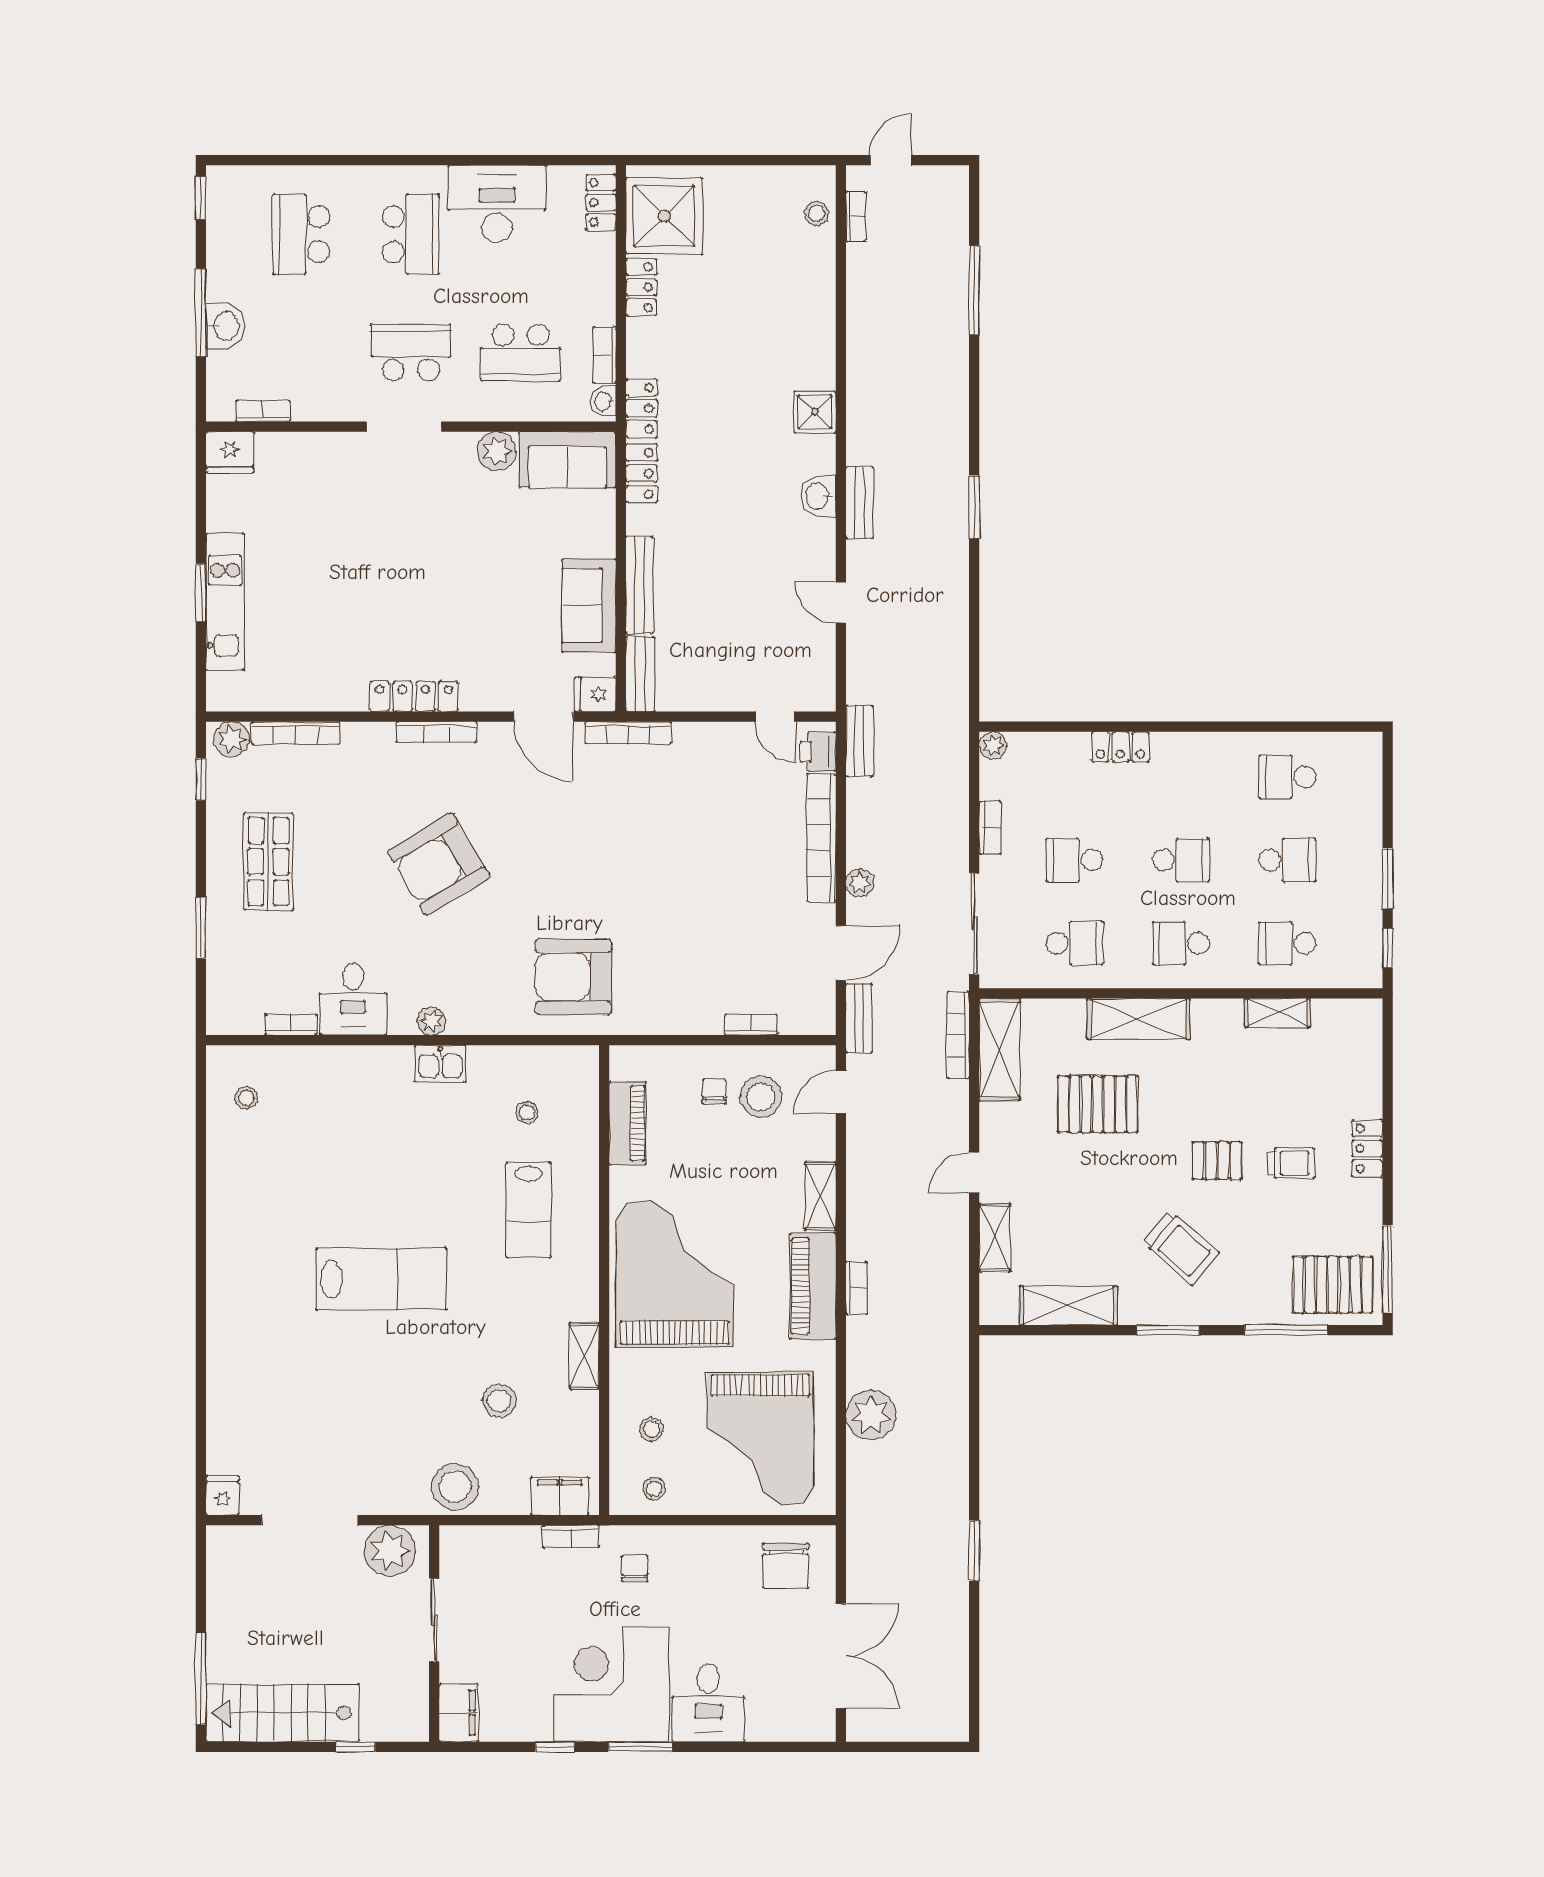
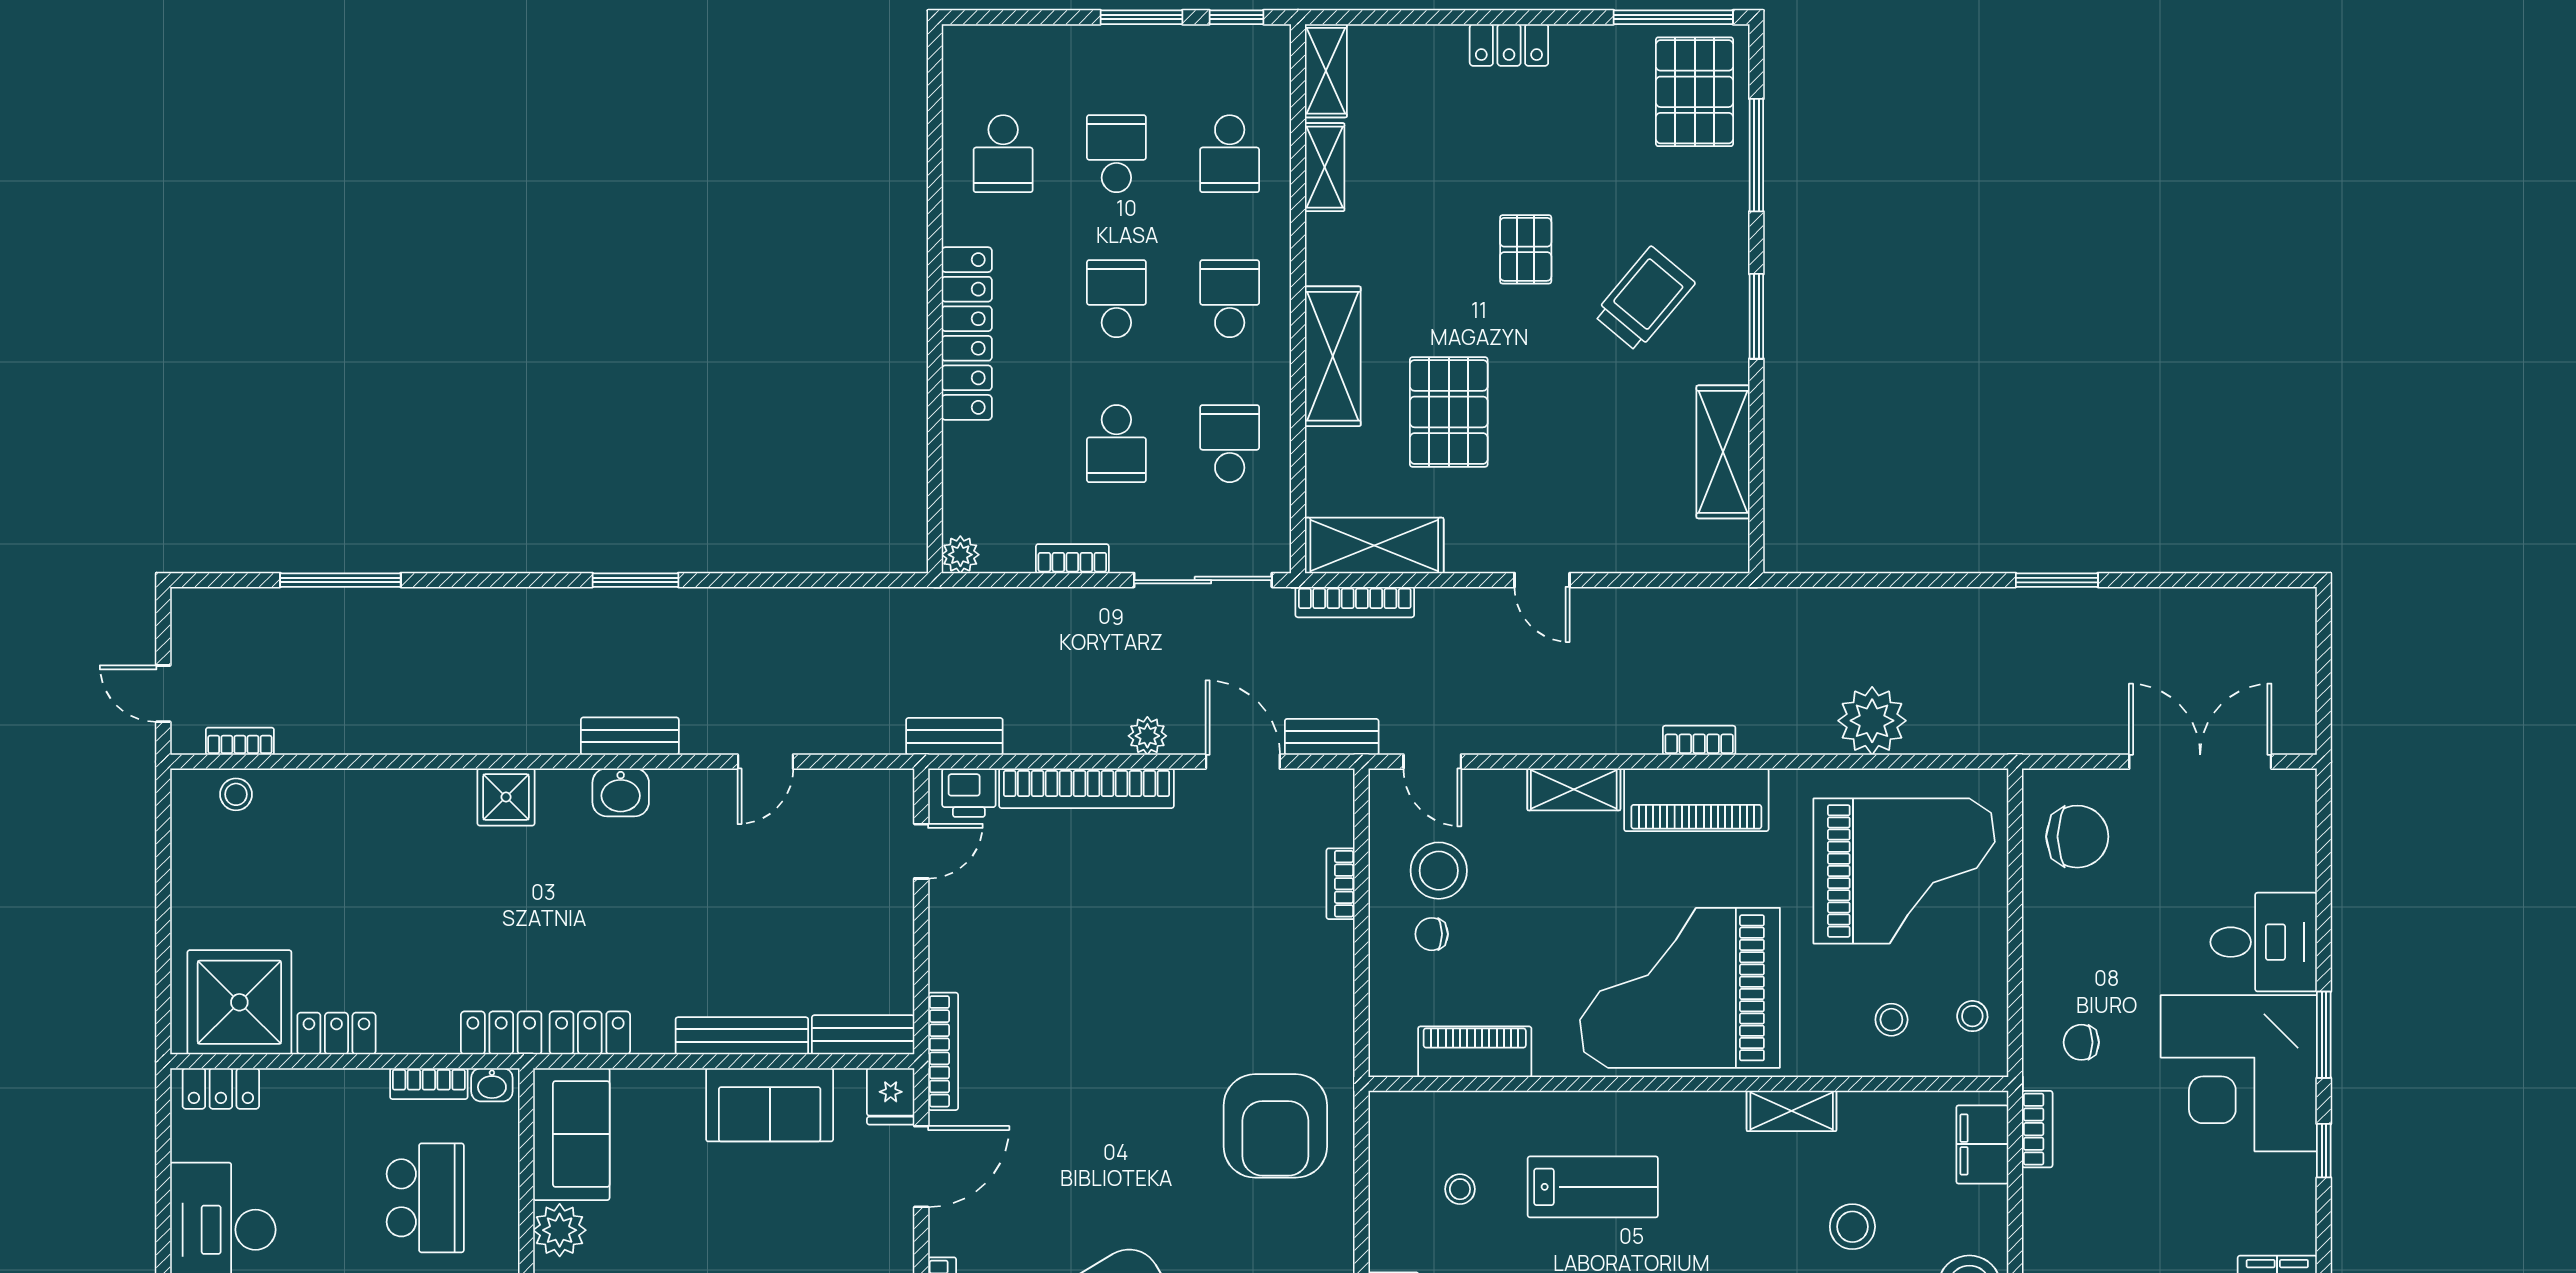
locker: (1120, 747) -> (967, 334), width x2.16, depth x1.21
school desk: (1181, 943) -> (1230, 299), turned 180
trolley: (1292, 1163) -> (1529, 148), removed
shelving: (995, 1238) -> (1326, 71), moved, turned 90

